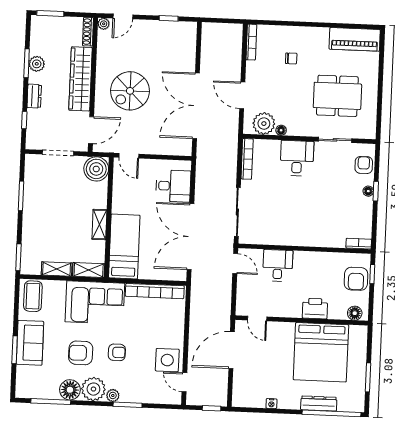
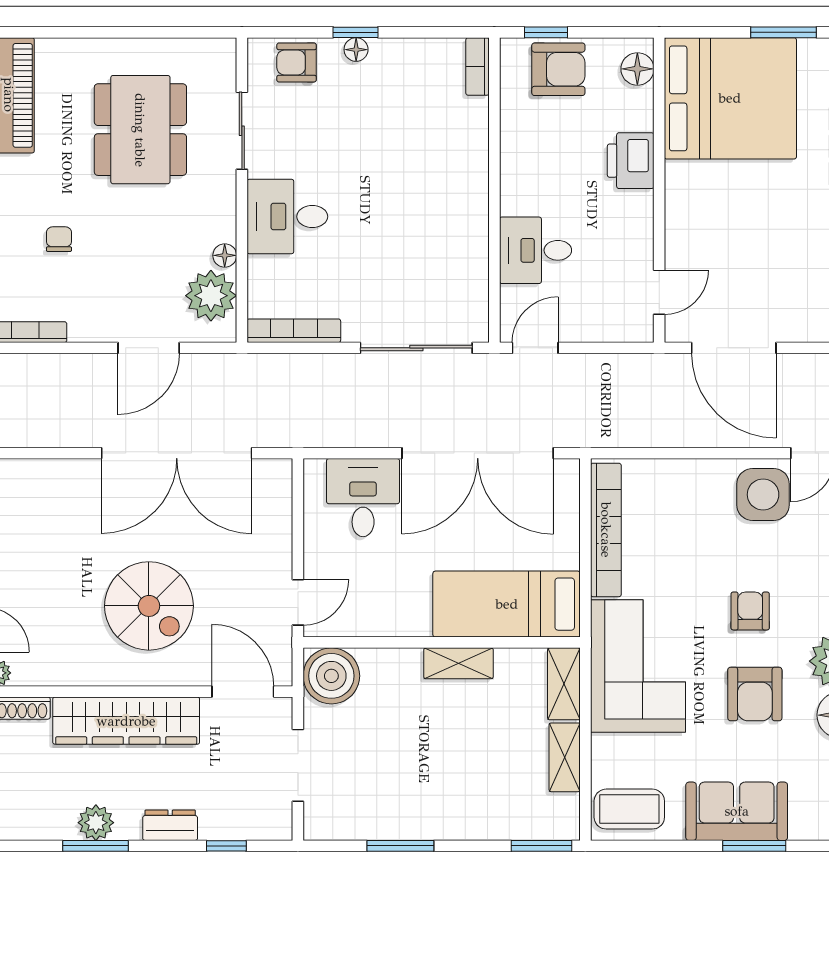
bed: (321, 352) -> (730, 98), moved

